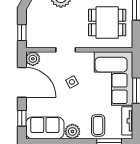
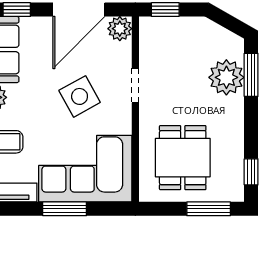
side table: (72, 82) -> (80, 96), width x1.87, depth x1.87

